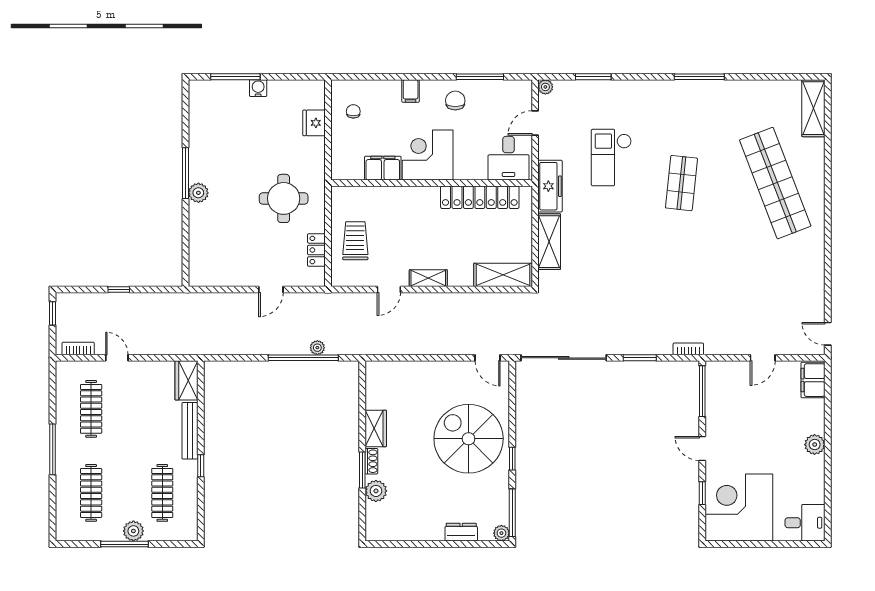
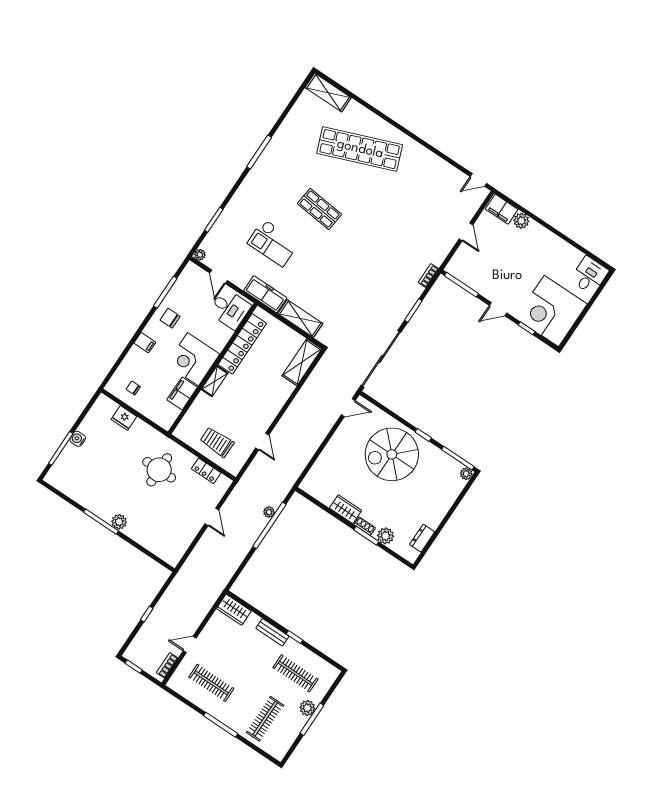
shelving: (428, 278) -> (215, 381), moved
bench: (190, 431) -> (272, 632), width x0.73
plant: (815, 445) -> (521, 221), moved
clothes rail: (91, 493) -> (265, 719), turned 90
dresser: (461, 532) -> (422, 538), moved

